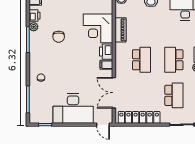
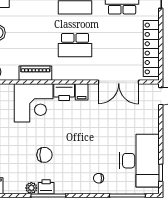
printer: (35, 16) -> (46, 187), moved
school desk: (142, 60) -> (75, 45), turned 180
desk: (73, 108) -> (139, 161), moved

